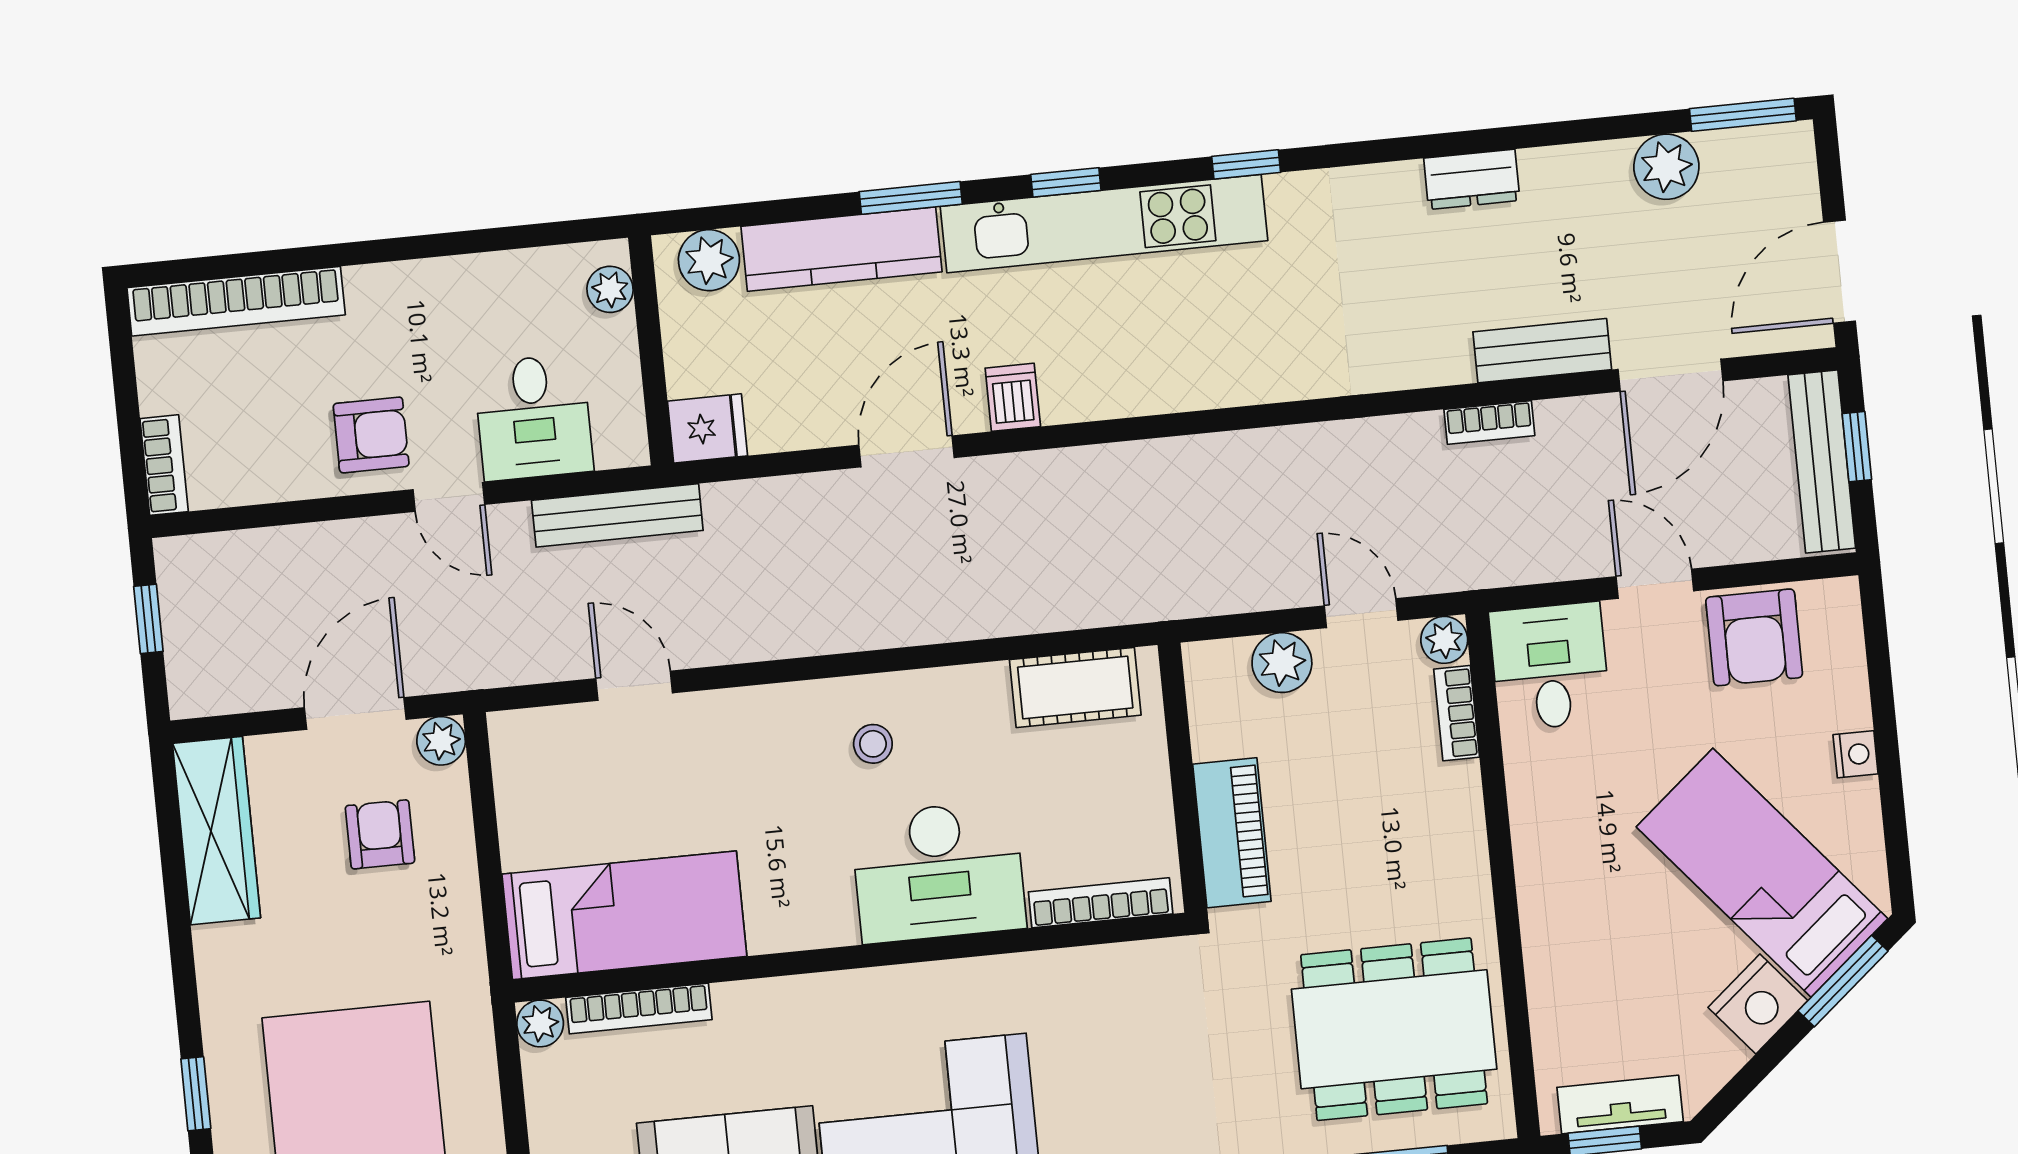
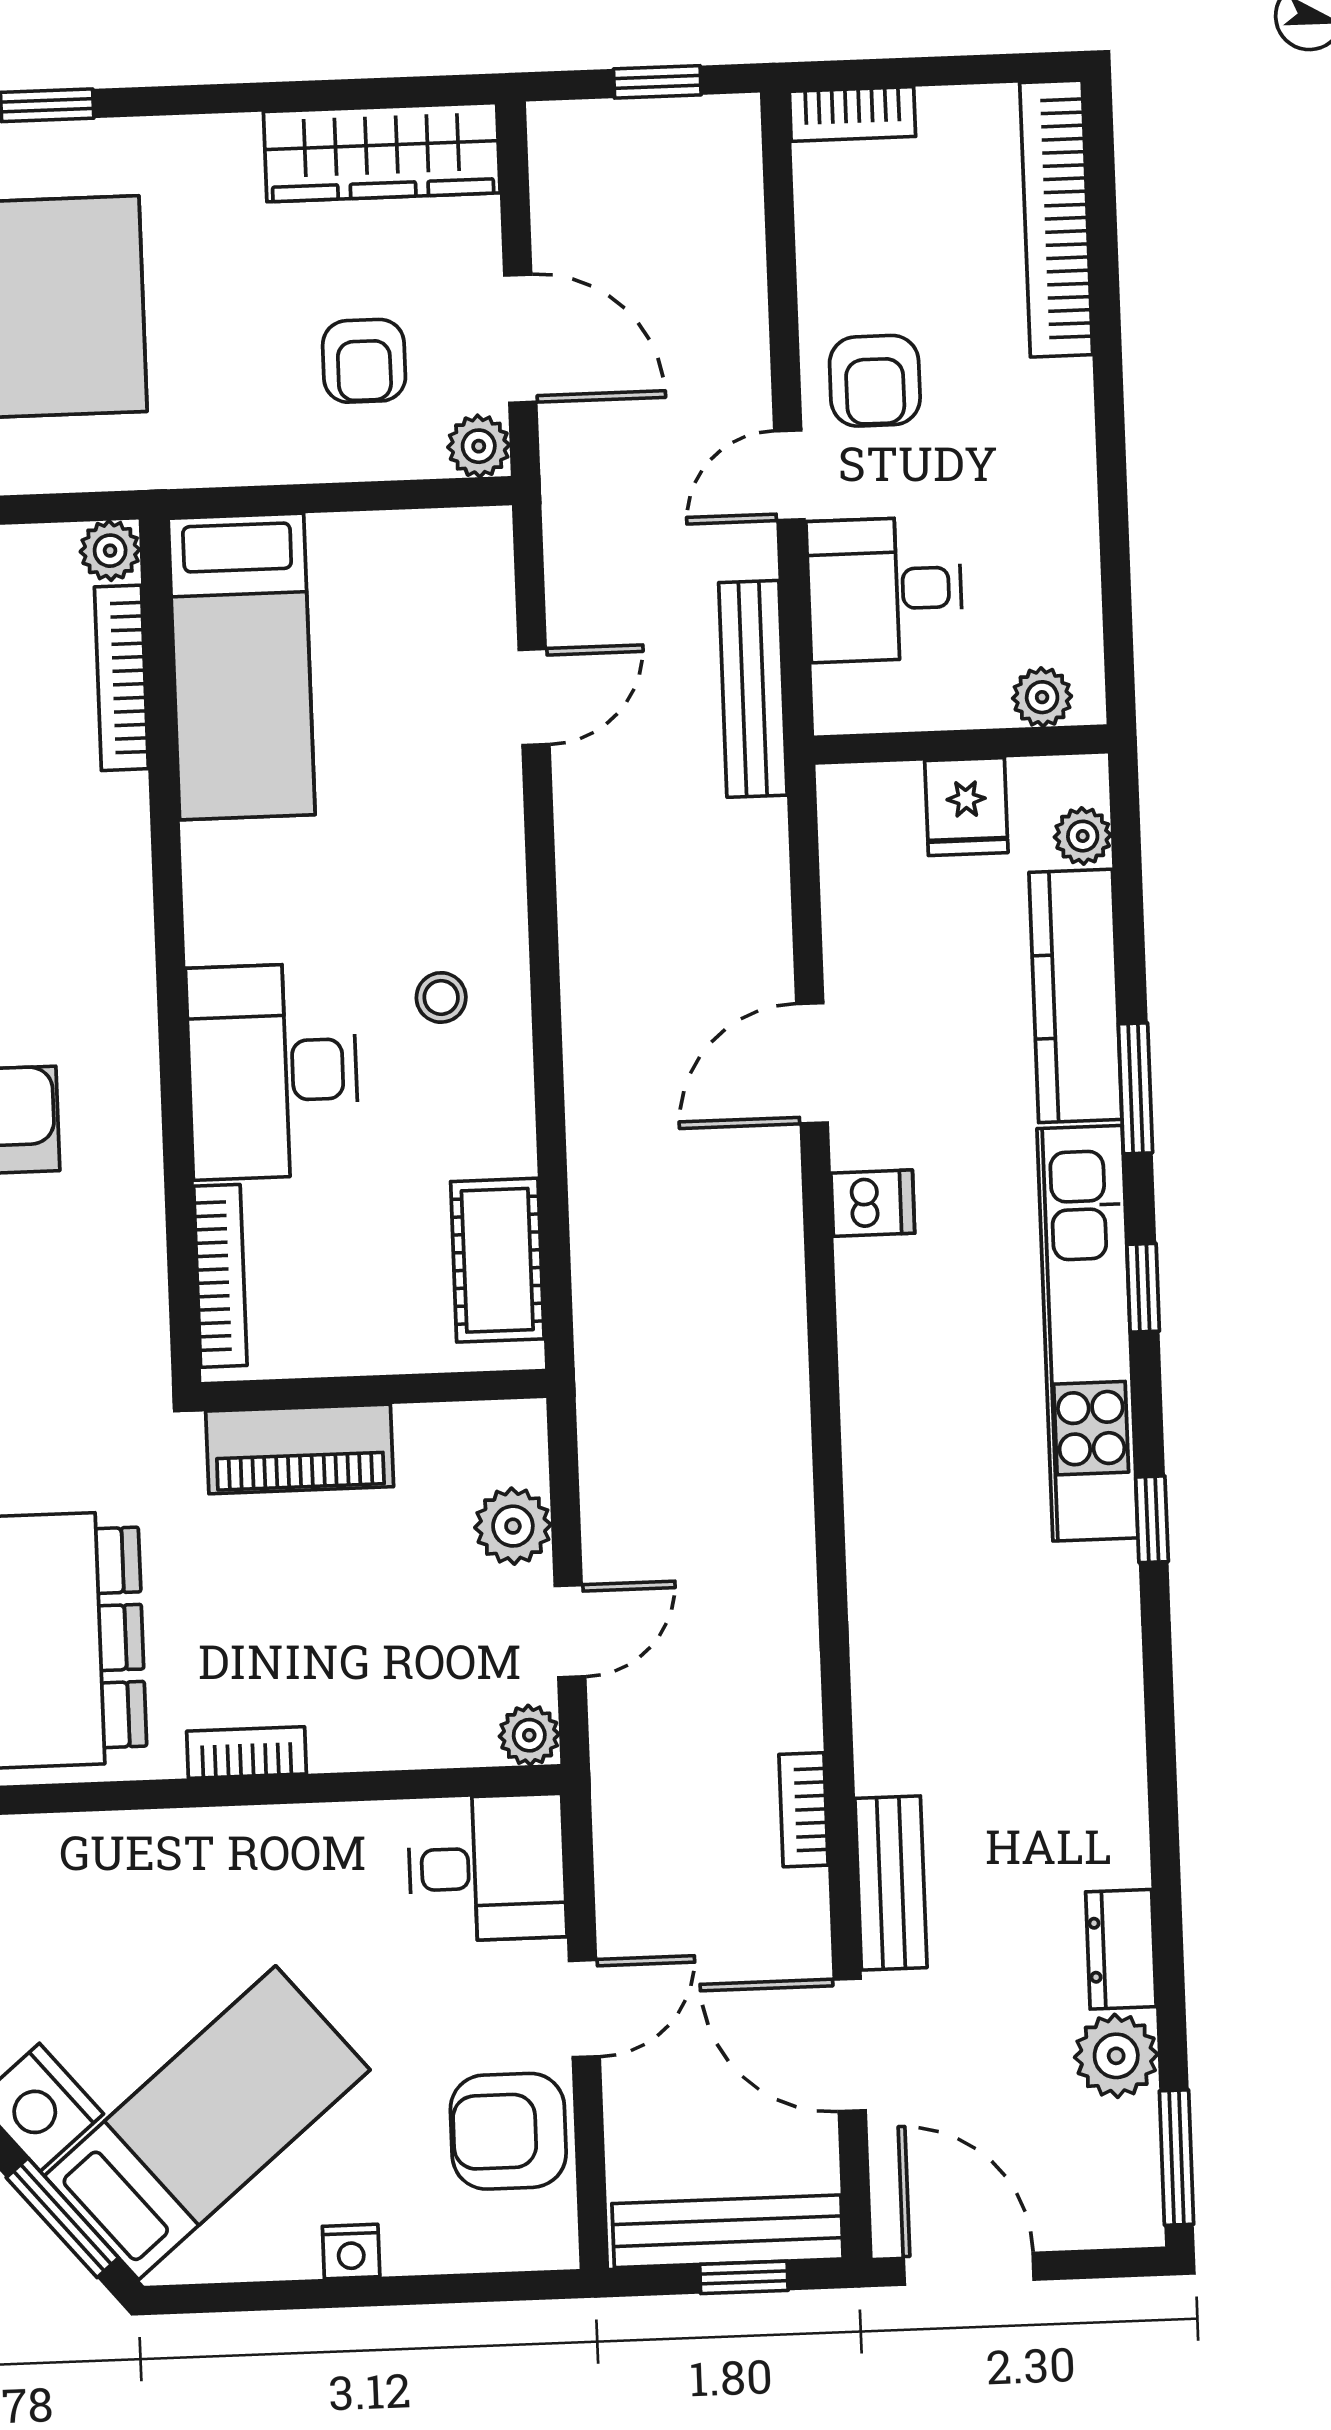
dresser: (1472, 179) -> (1121, 1949), moved
plant: (709, 260) -> (1083, 836), width x0.73, depth x0.73
fridge: (707, 428) -> (966, 807), moved
door: (907, 451) -> (812, 1063), swing flipped
bookcase: (1457, 713) -> (246, 1752), moved
armchair: (380, 834) -> (364, 361), turned 90

